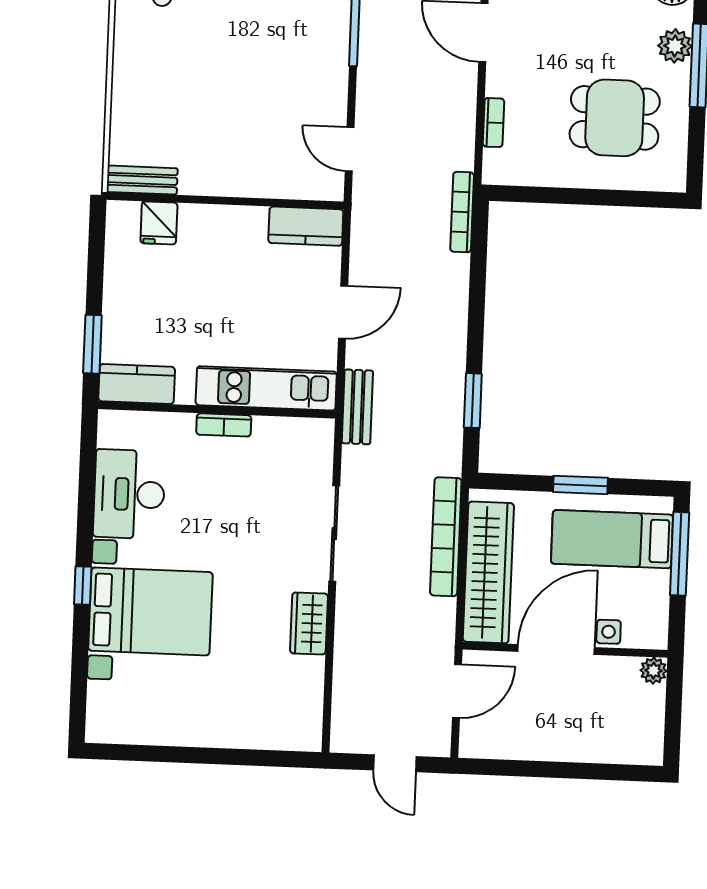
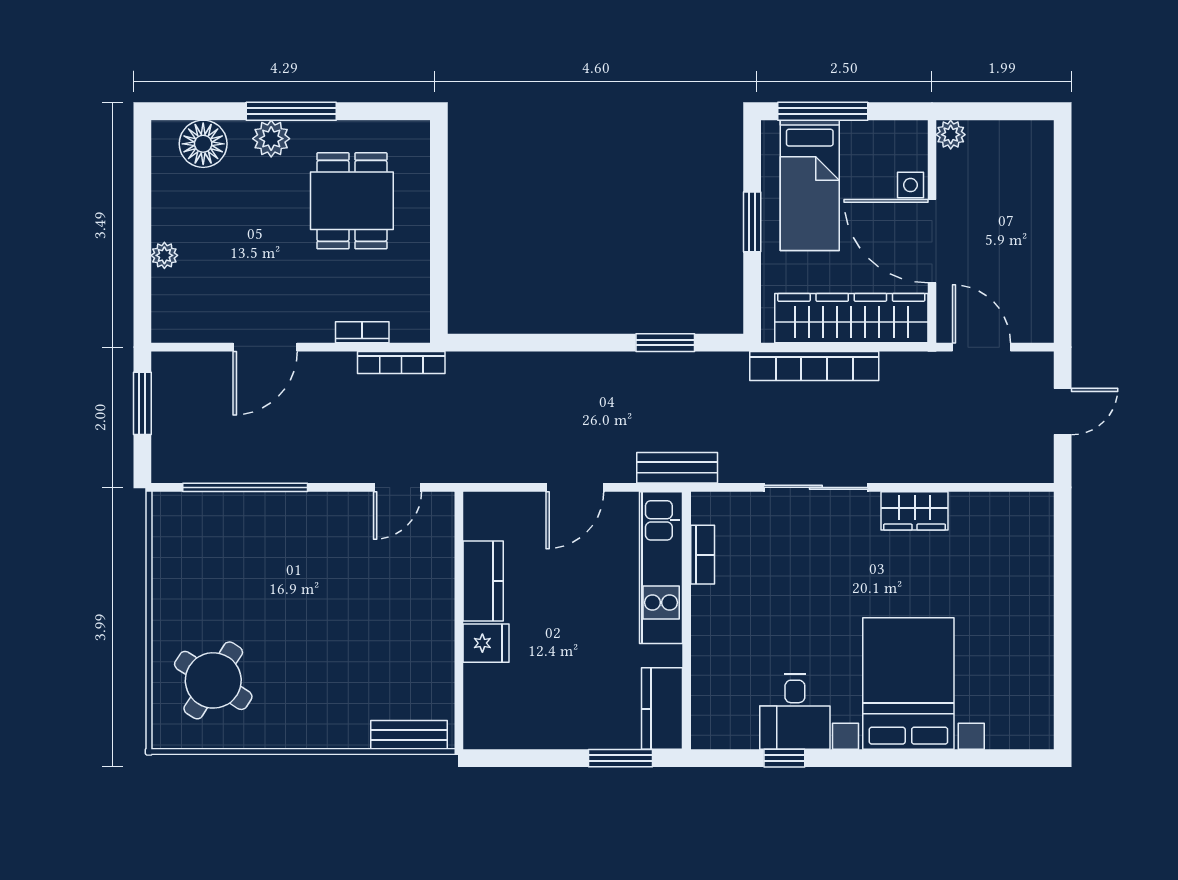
bench: (142, 180) -> (409, 735), moved, turned 90
bookcase: (462, 212) -> (401, 362), moved
fridge: (159, 223) -> (486, 643), moved
kitchen counter: (306, 226) -> (483, 581), moved
door: (343, 312) -> (575, 487), swing flipped
bookcase: (224, 425) -> (703, 555), moved
desk: (129, 494) -> (795, 712), width x0.73
window: (83, 585) -> (784, 758), moved

